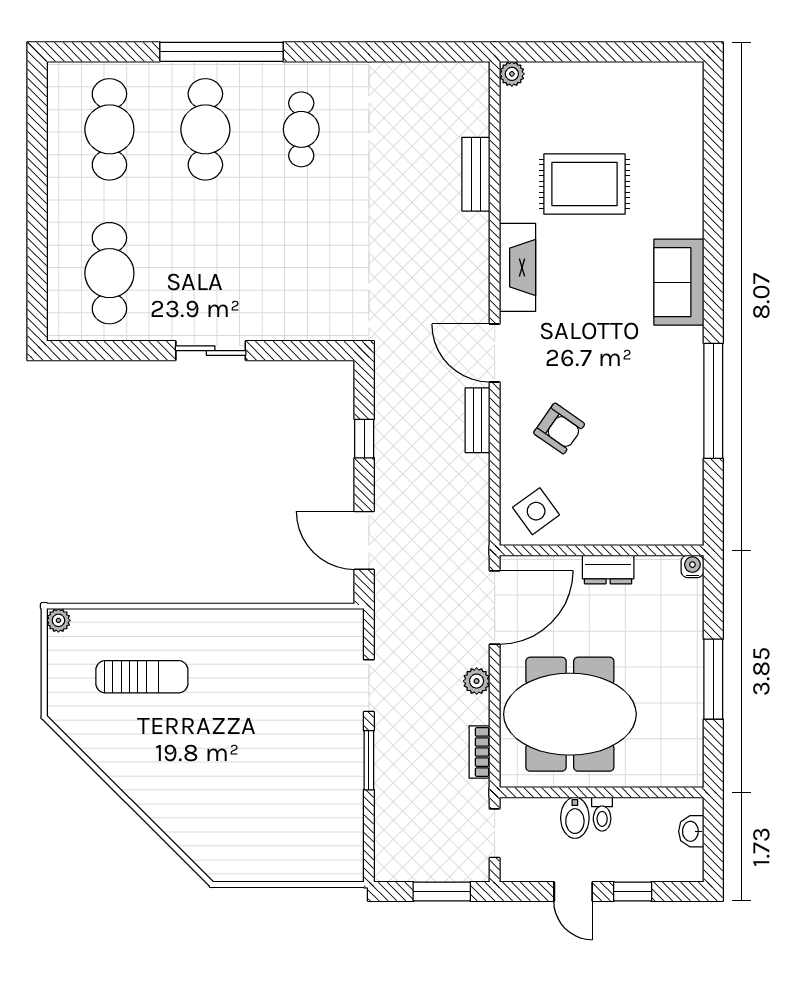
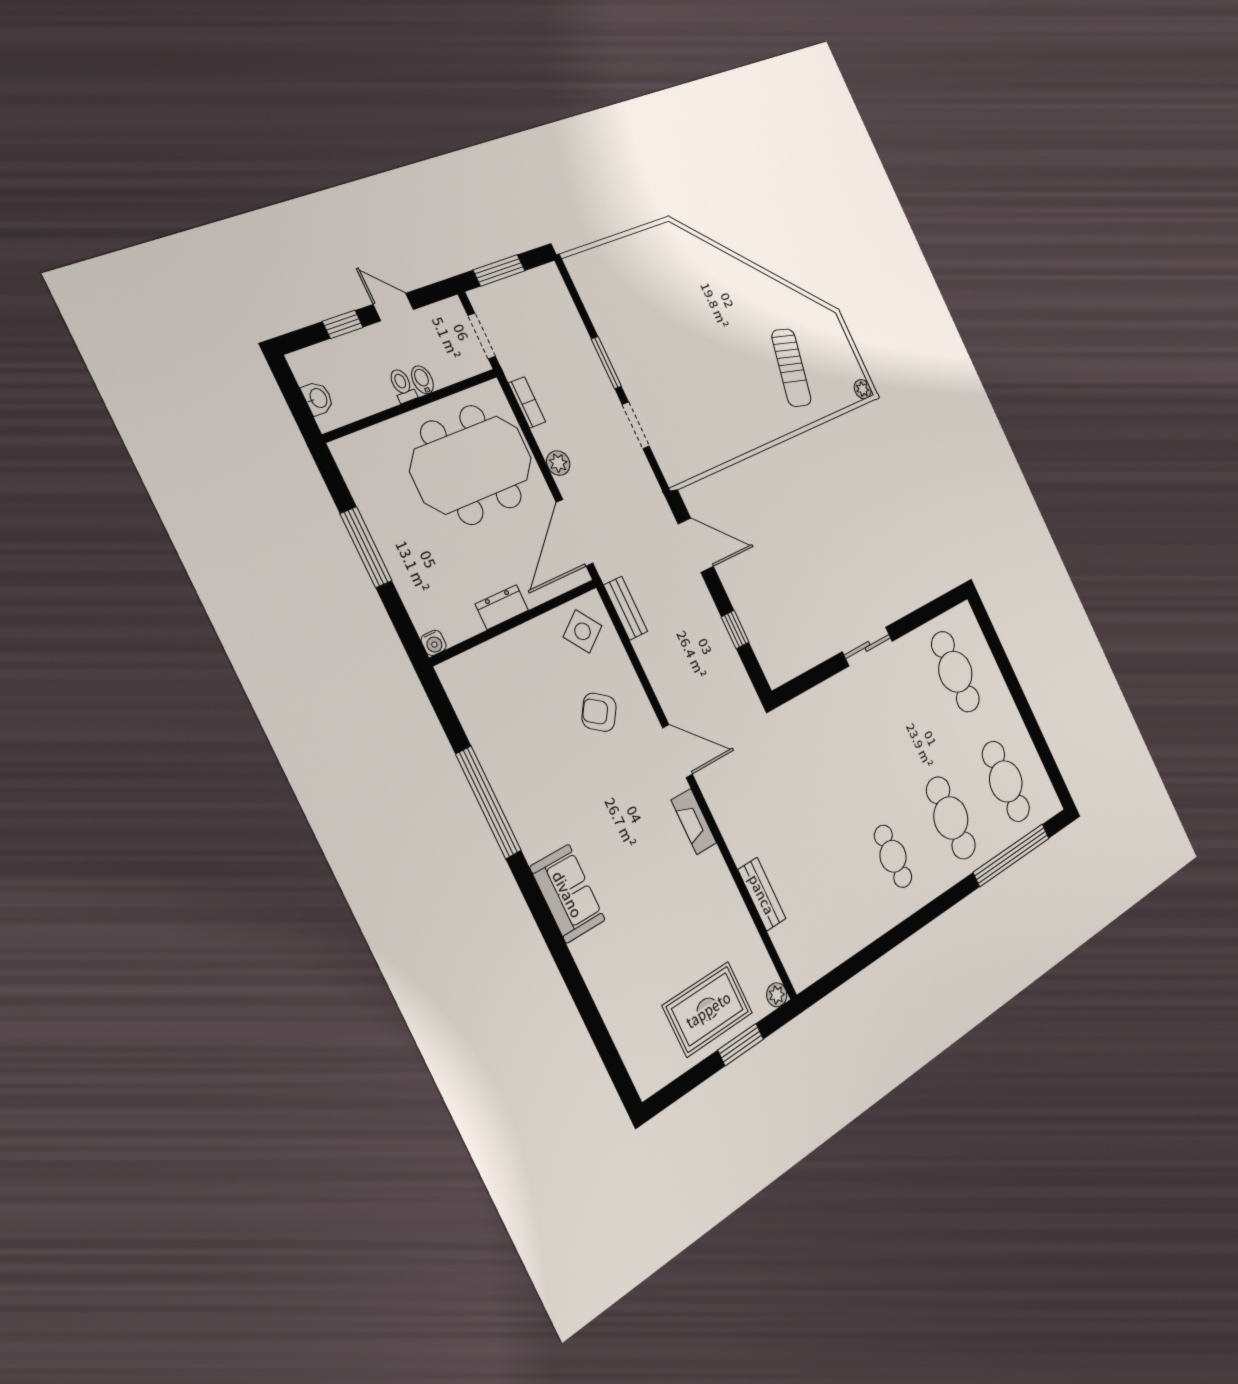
window: (221, 52) -> (1012, 855), moved
window: (576, 52) -> (741, 1045), added
rug: (585, 184) -> (708, 1009), moved
fireplace: (517, 267) -> (694, 822), width x0.73, depth x0.76
bench: (478, 420) -> (626, 608), moved
sun lounger: (142, 677) -> (791, 368), turned -77
bidet: (575, 818) -> (422, 380), width x0.72, depth x0.74

